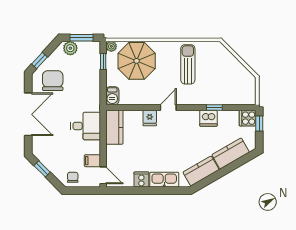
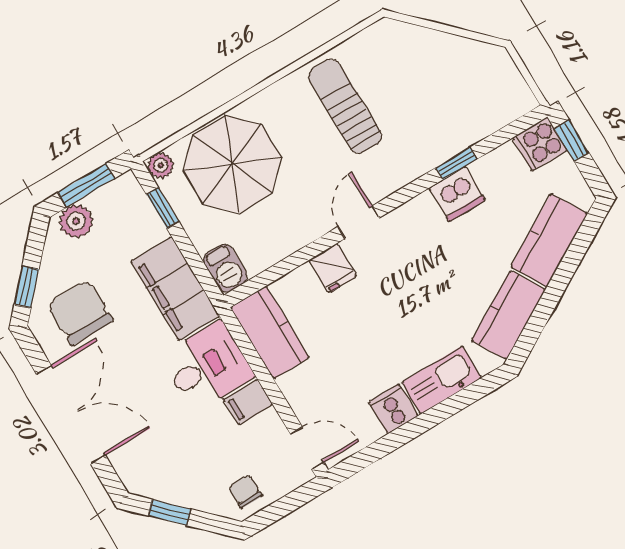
filing cabinet: (91, 92) -> (175, 289), added
filing cabinet: (92, 161) -> (248, 402), moved

